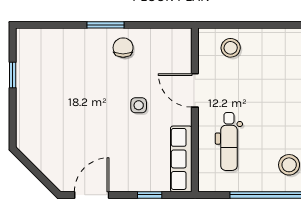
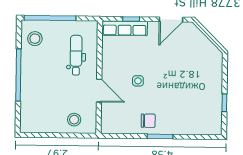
chair: (123, 48) -> (148, 121), turned -90
row of seats: (181, 159) -> (125, 28), moved, turned 90

